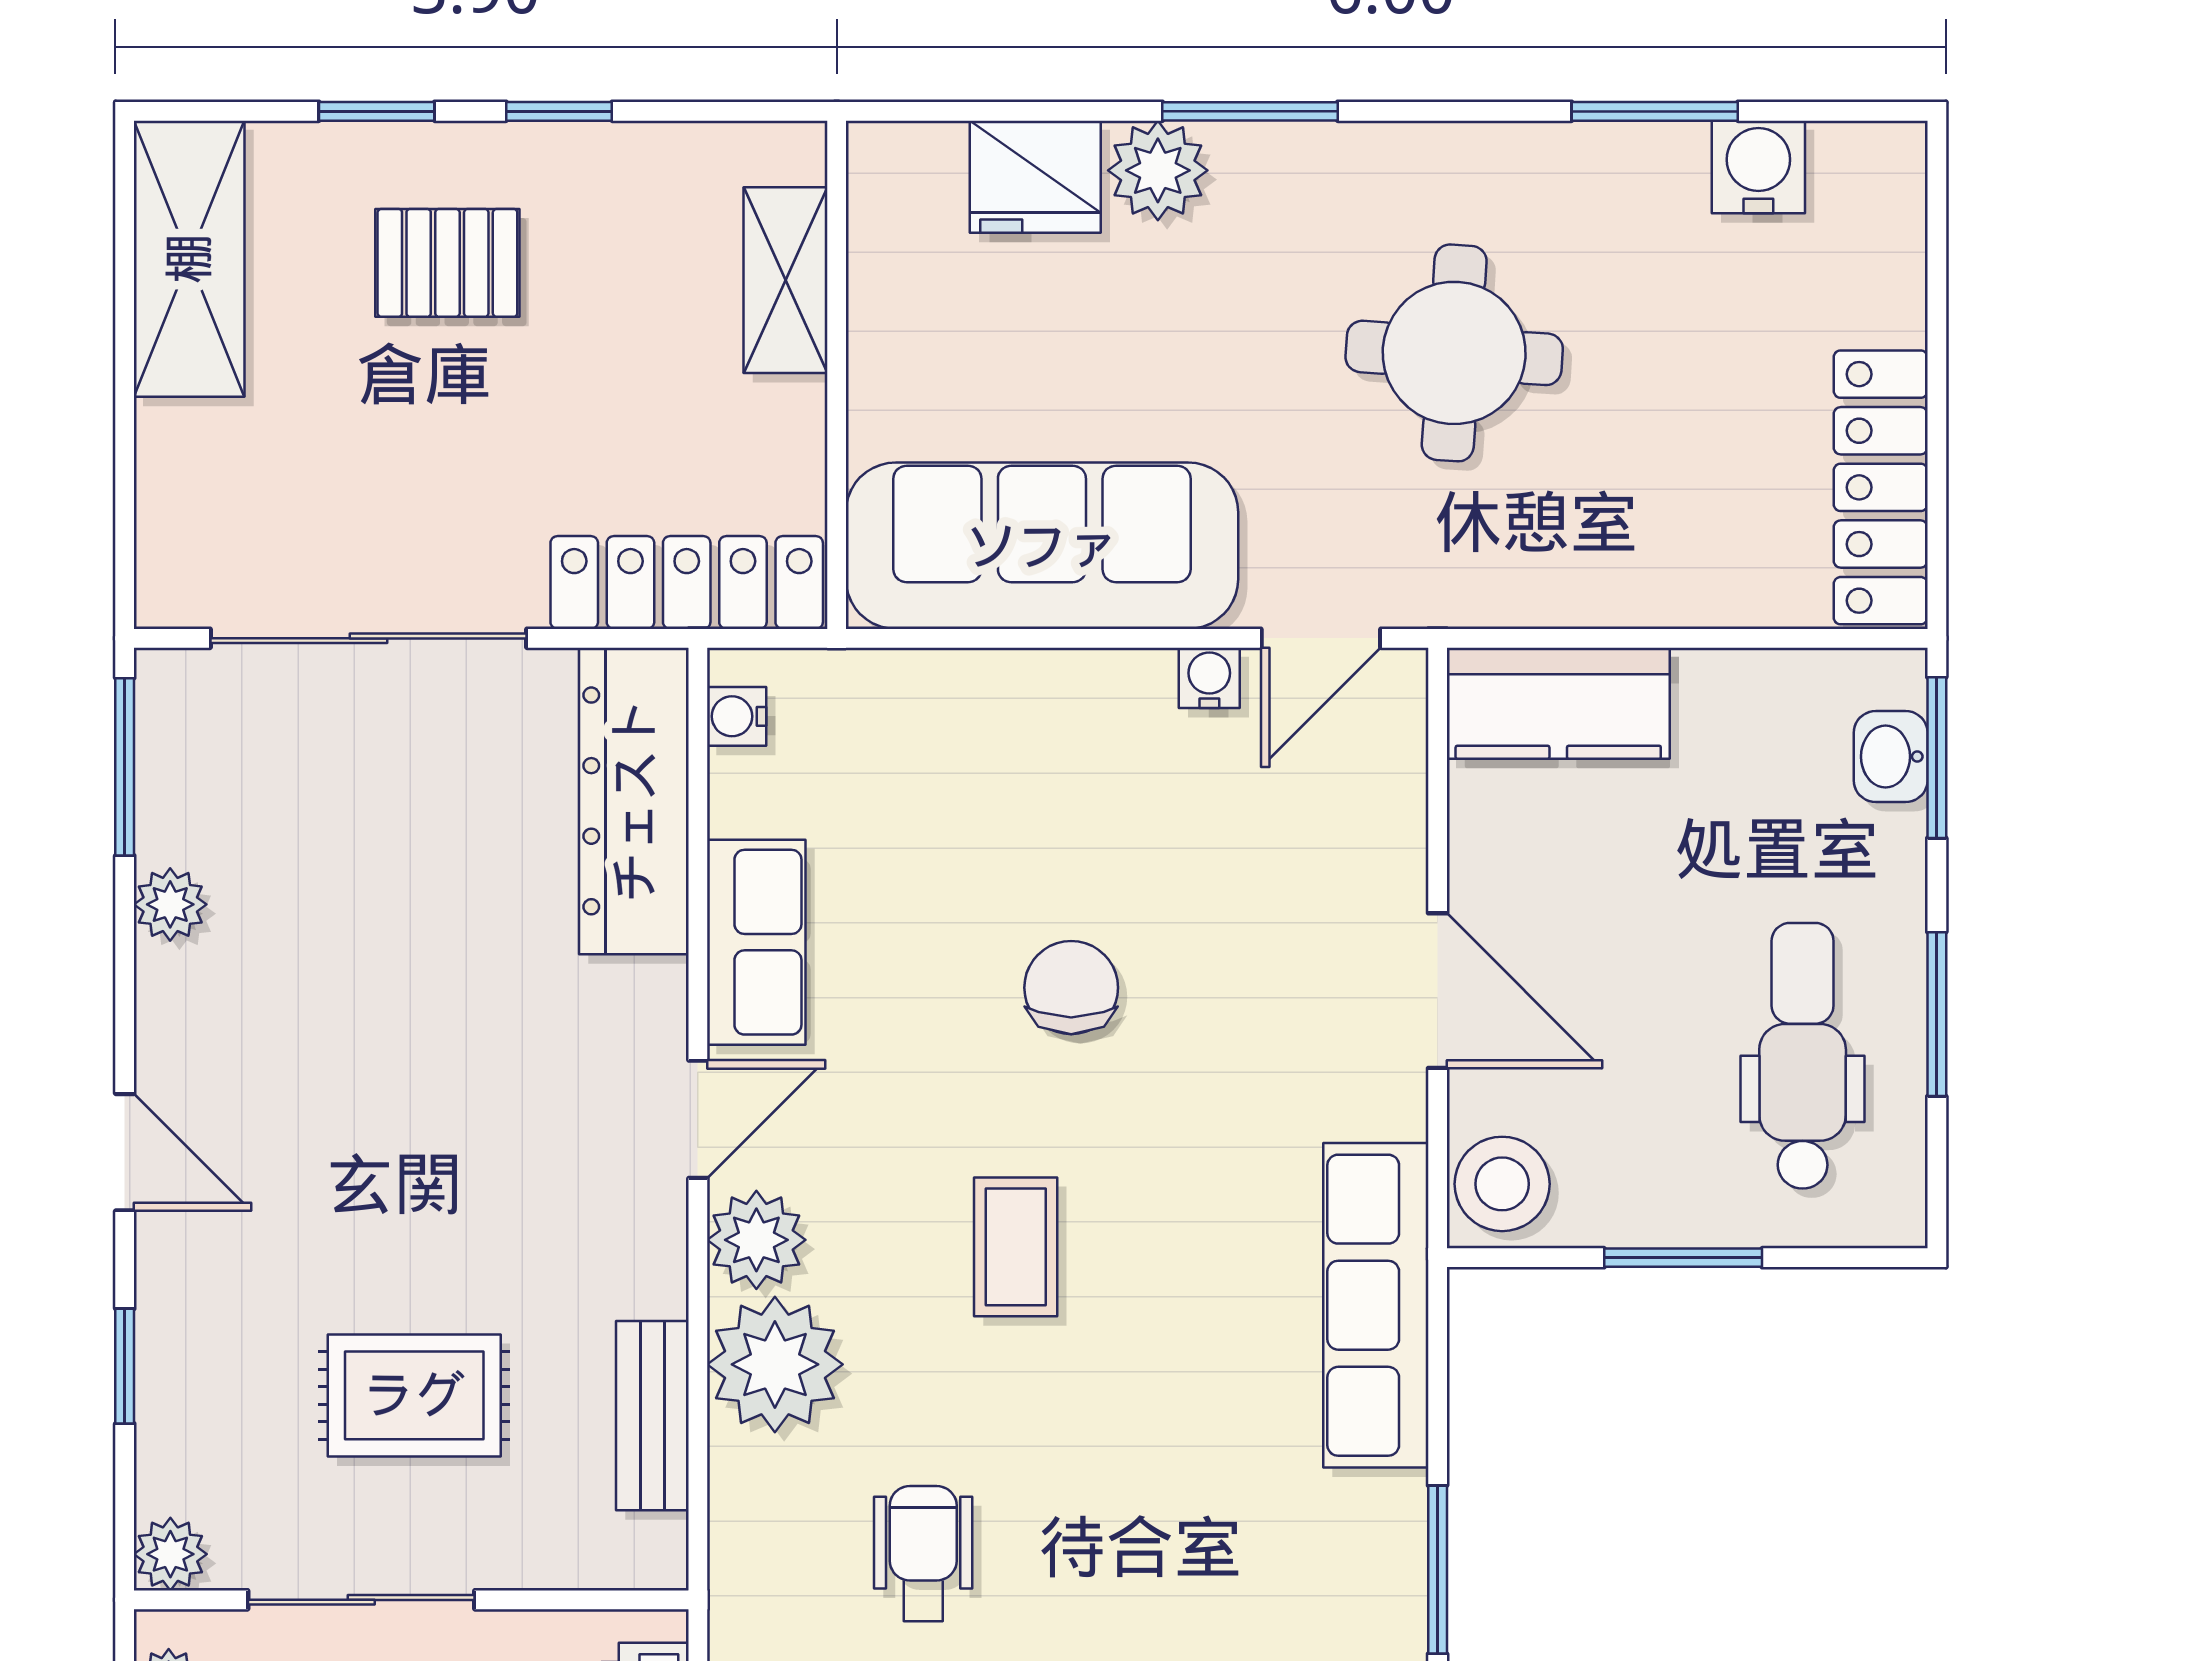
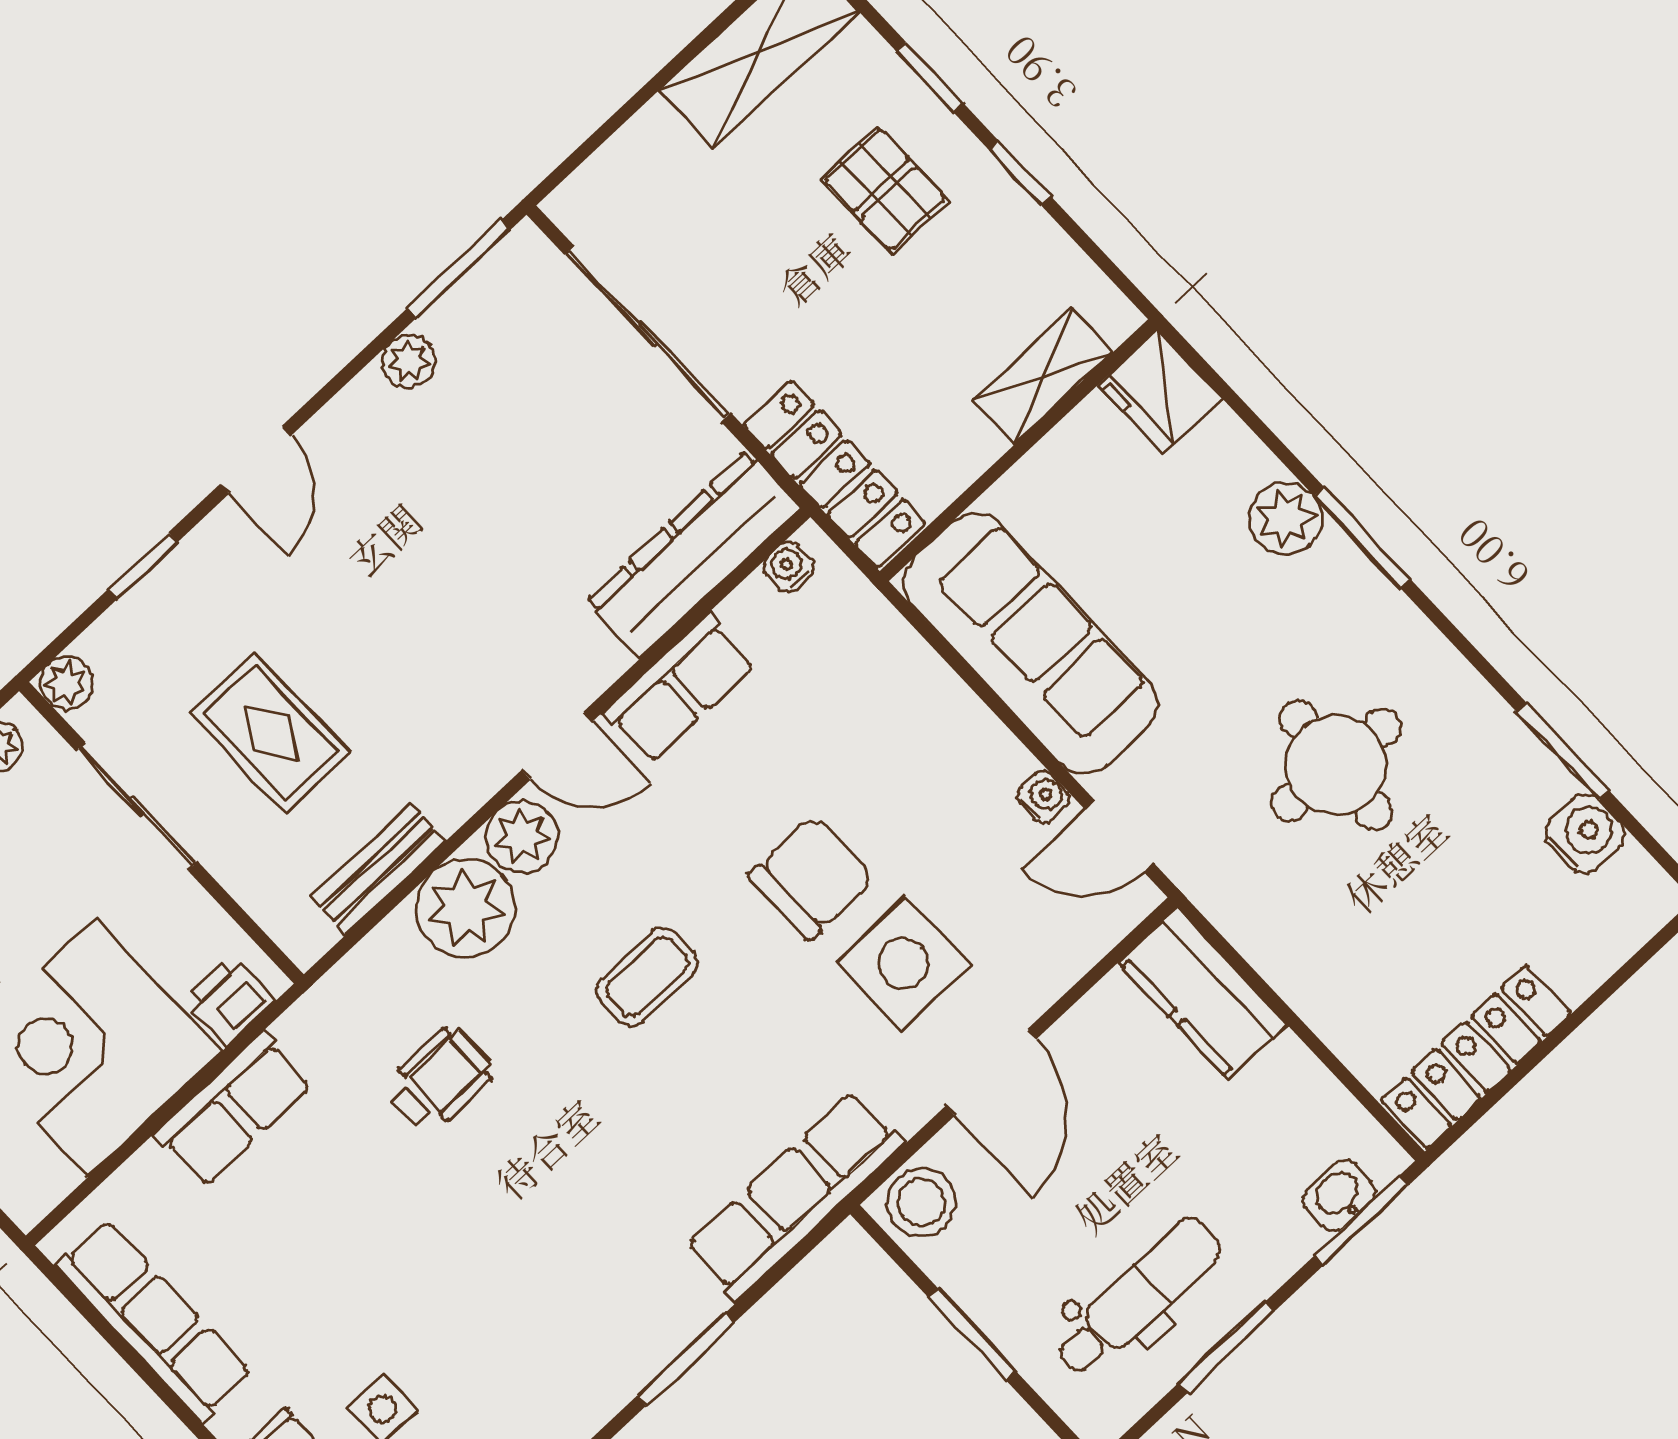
fridge: (1035, 177) -> (1160, 391), moved
side table: (1245, 976) -> (904, 964), added
chair: (1071, 988) -> (811, 878), width x1.37, depth x1.37

